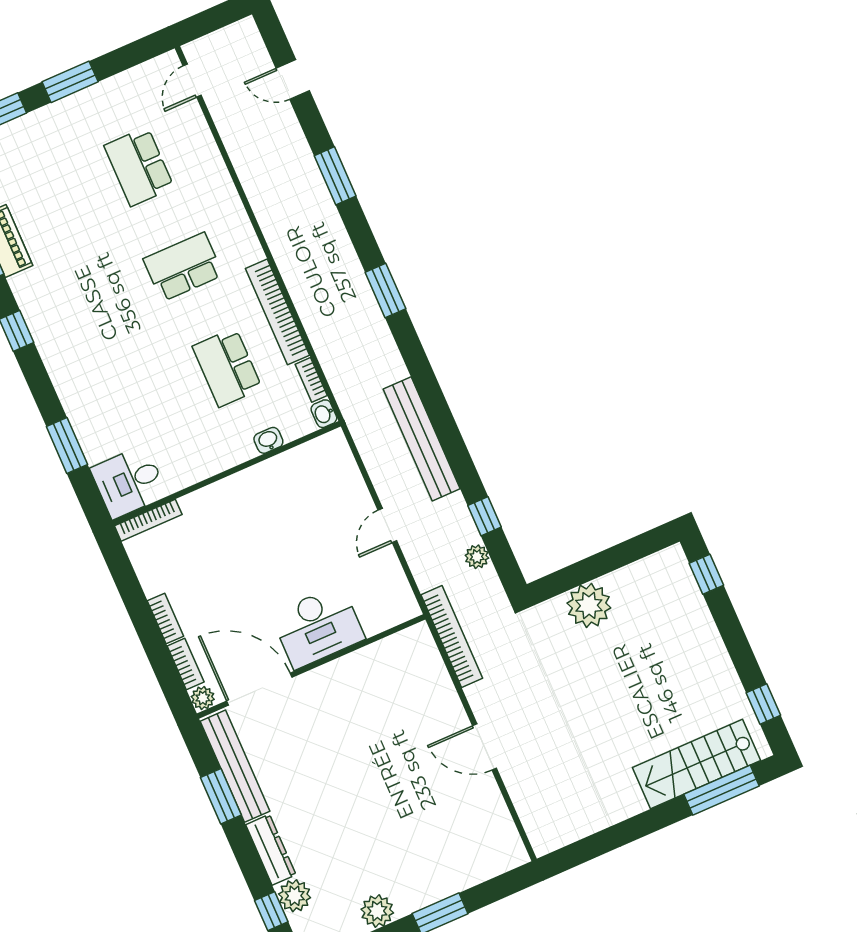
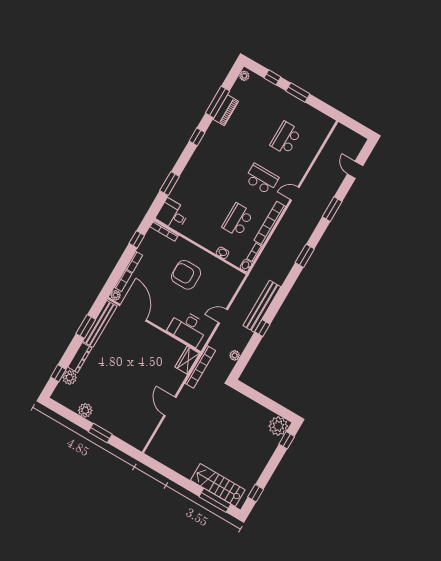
door: (192, 81) -> (295, 194), moved
window: (485, 516) -> (262, 328), moved
armchair: (260, 539) -> (186, 275), added
window: (127, 583) -> (137, 239), added
plant: (589, 606) -> (278, 426), moved
desk: (318, 627) -> (188, 328), moved
wardrobe: (422, 652) -> (187, 360), added

